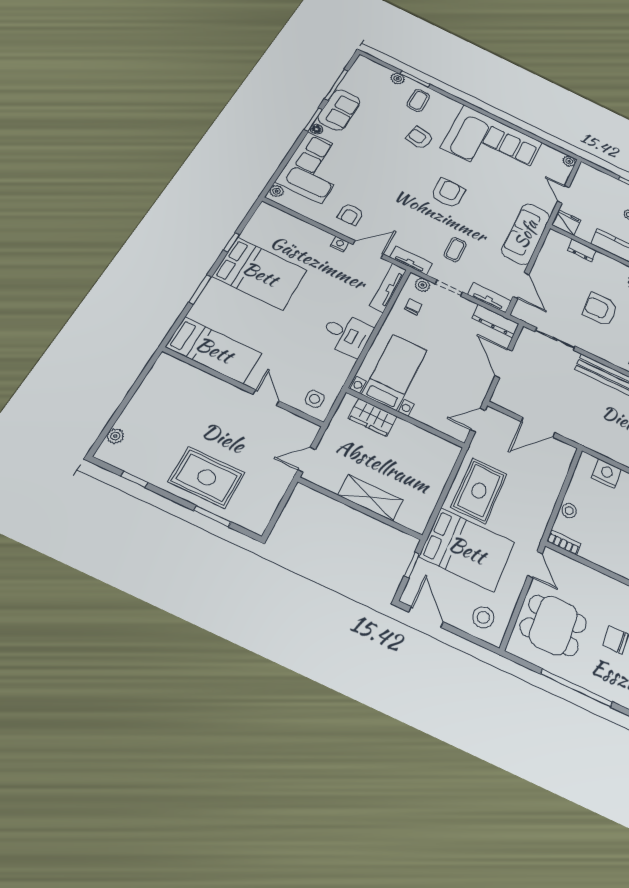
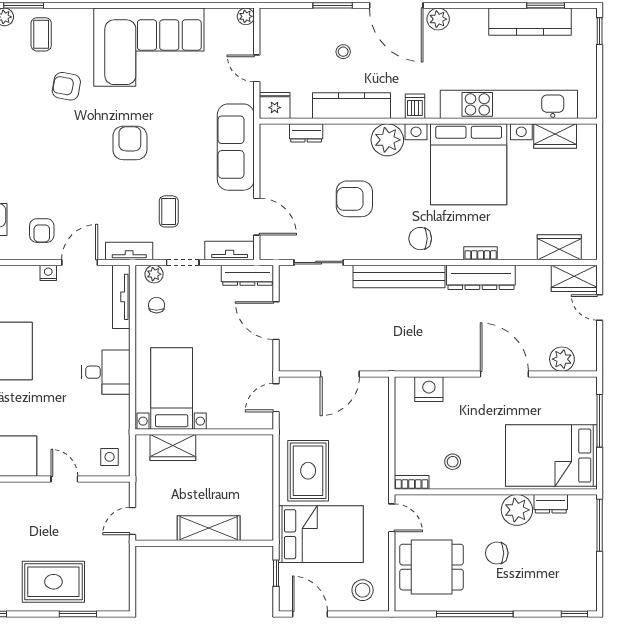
stool: (569, 511) -> (453, 462), moved

